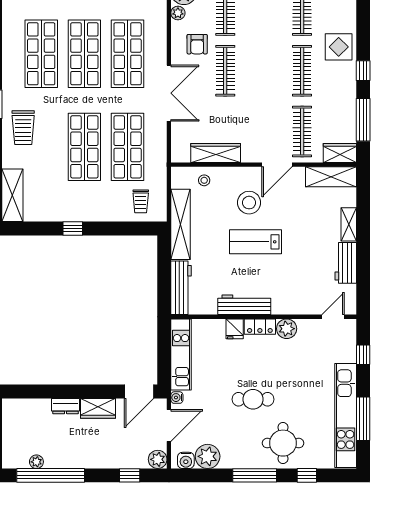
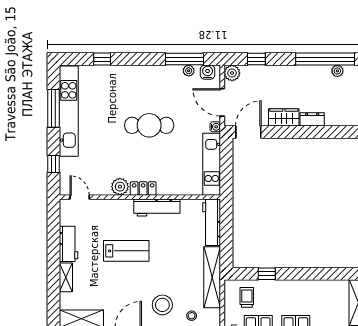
stool: (249, 203) -> (162, 305), moved
window: (73, 228) -> (267, 274), moved
lab bench: (255, 242) -> (126, 251), moved
door: (333, 317) -> (80, 197), swing flipped
fridge: (235, 329) -> (165, 187), removed
cafe table: (253, 399) -> (149, 125), width x1.37, depth x1.35
door: (169, 426) -> (222, 102), hinge flipped
round table: (283, 443) -> (123, 87), removed
plant: (208, 456) -> (189, 71), width x0.53, depth x0.53
window: (255, 475) -> (185, 59), moved

